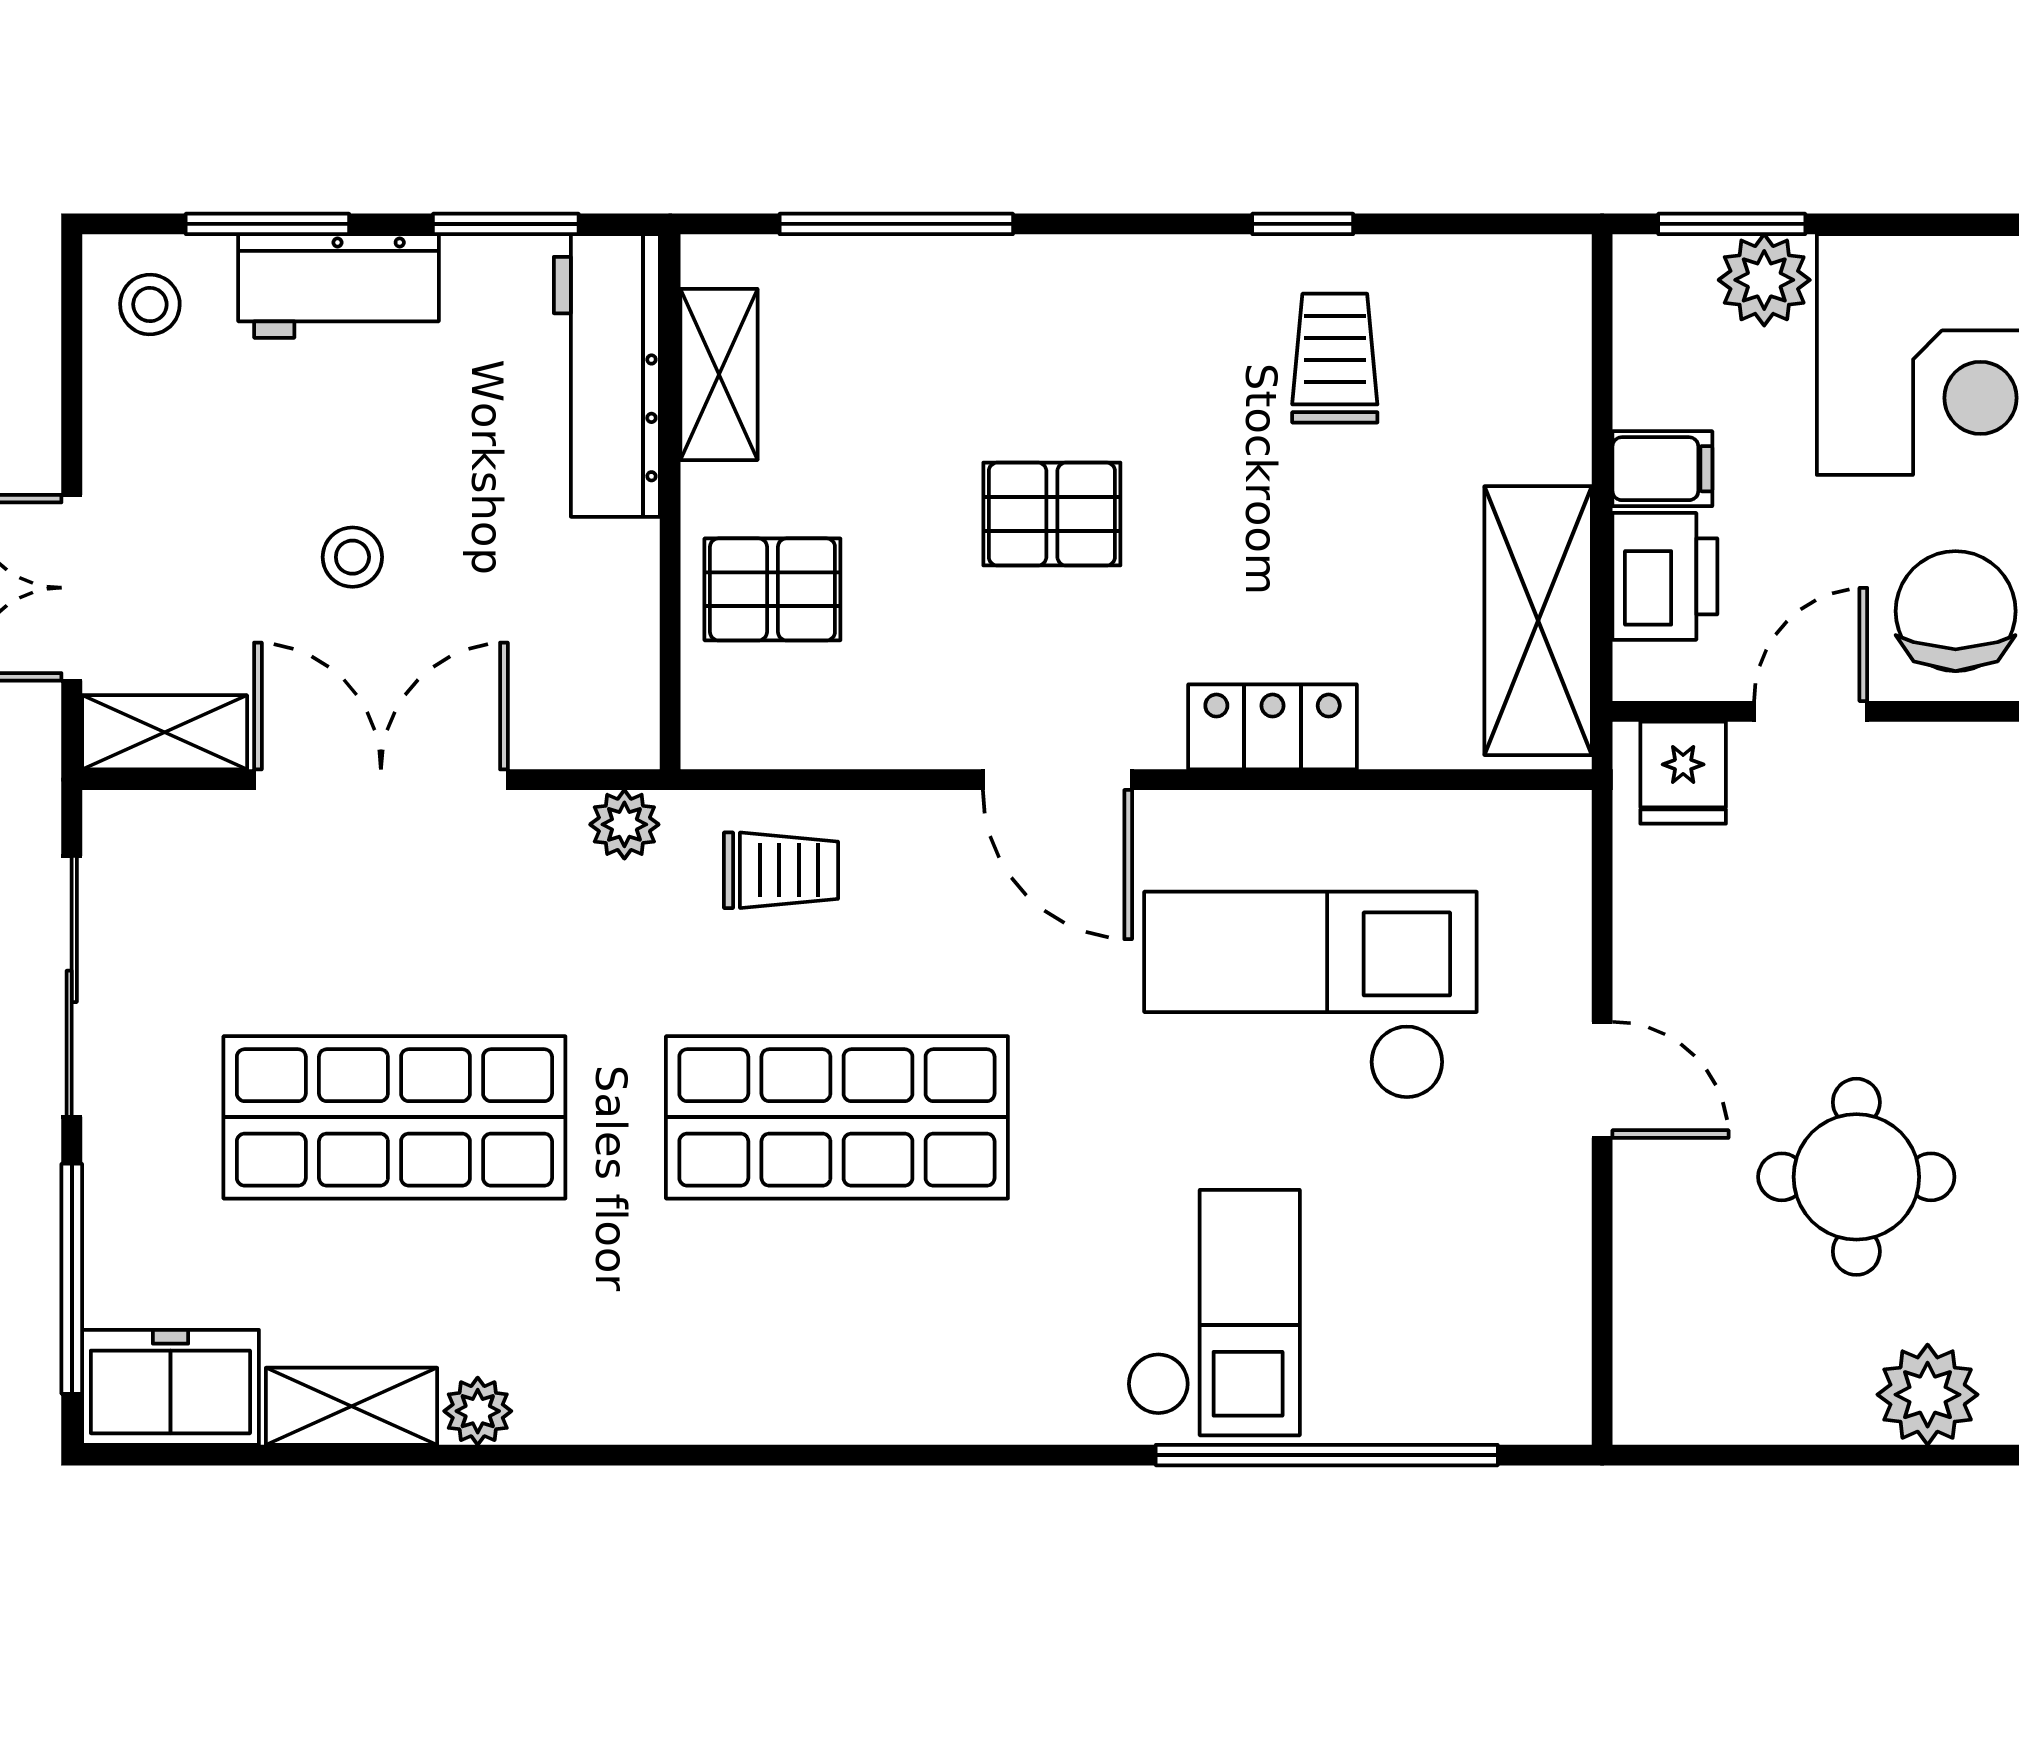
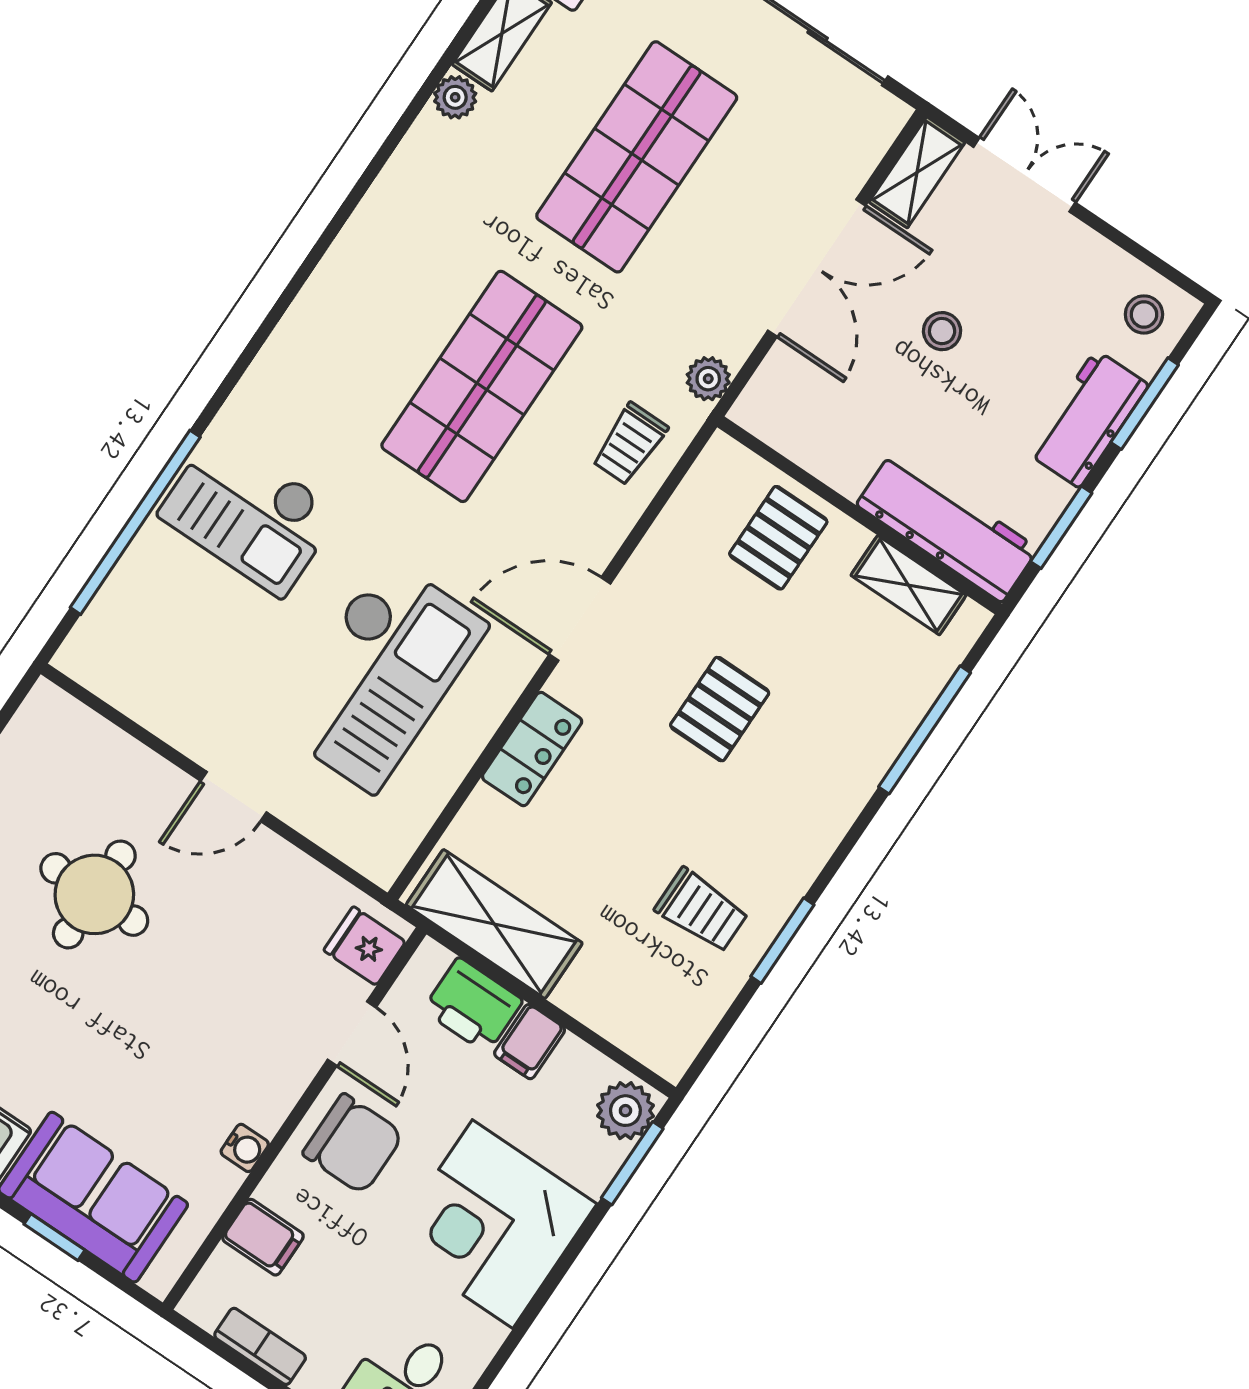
window: (1303, 224) -> (782, 941), width x1.50
plant: (1764, 280) -> (625, 1111), moved

